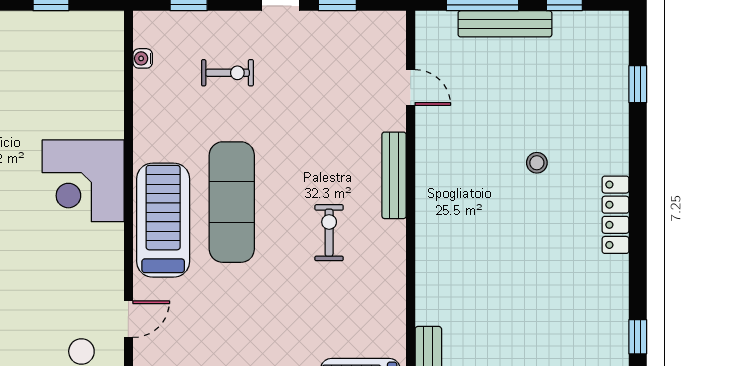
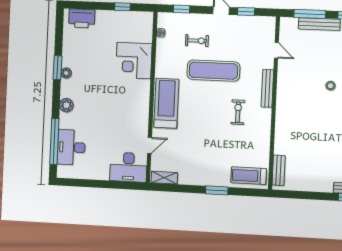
corner desk: (83, 181) -> (134, 61), moved
exercise mat: (232, 202) -> (213, 71), moved, turned 90

